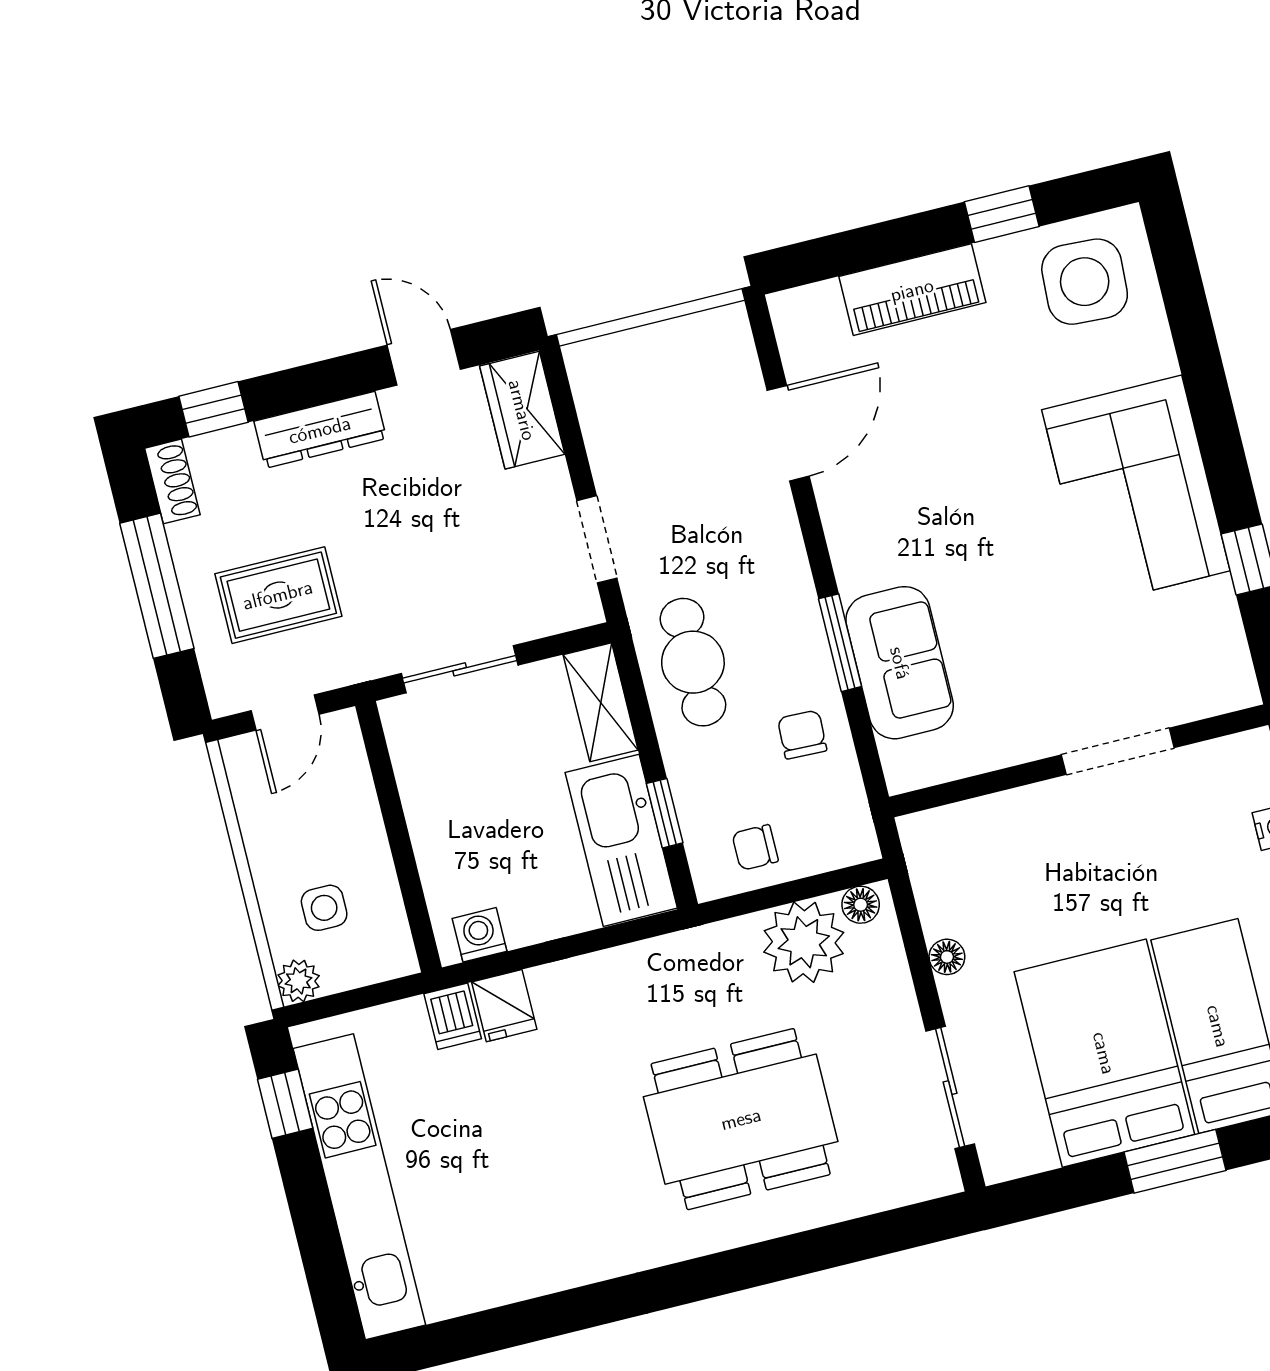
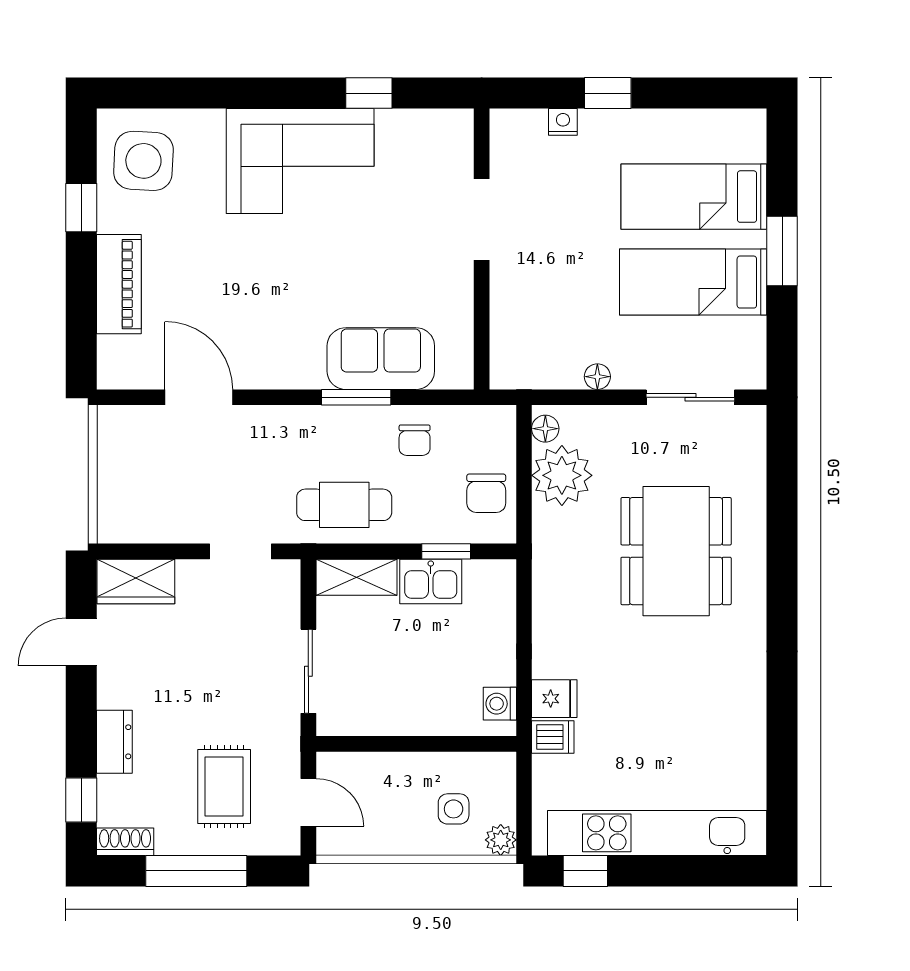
dresser: (320, 430) -> (114, 742), width x0.70
chair: (802, 735) -> (415, 440), turned -92
kitchen sink: (621, 840) -> (431, 581), width x0.53, depth x0.81
chair: (755, 847) -> (486, 493), width x1.37, depth x1.37
bed: (1104, 1053) -> (693, 282), width x0.67

